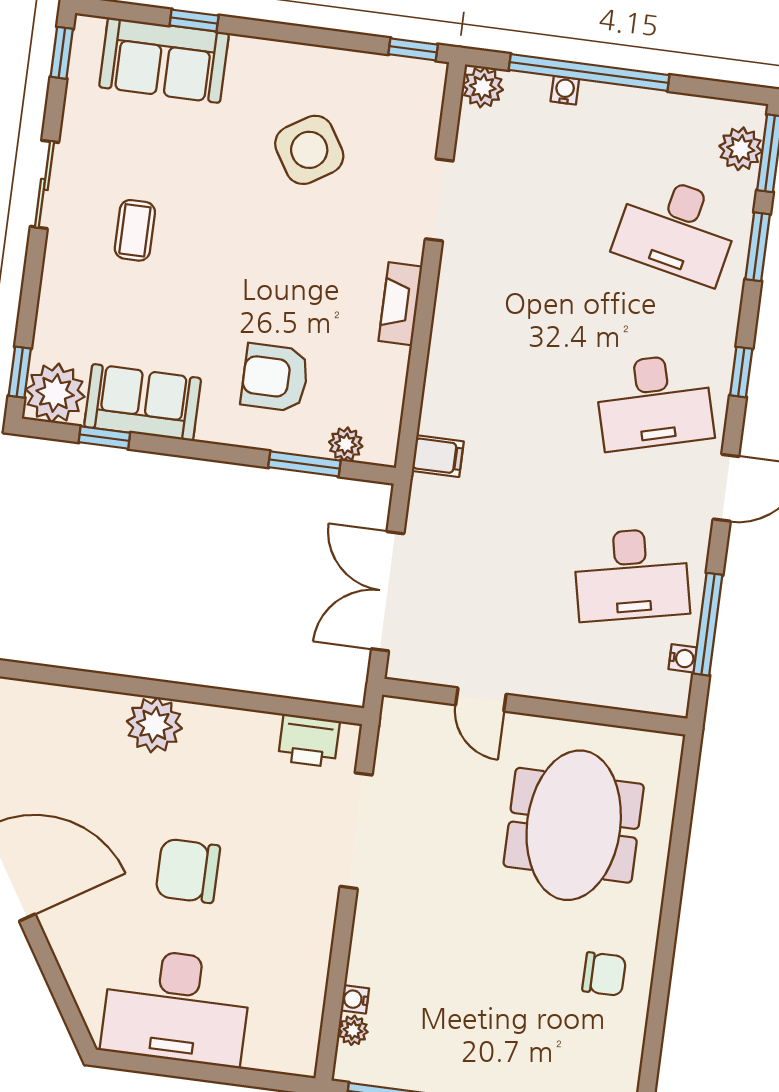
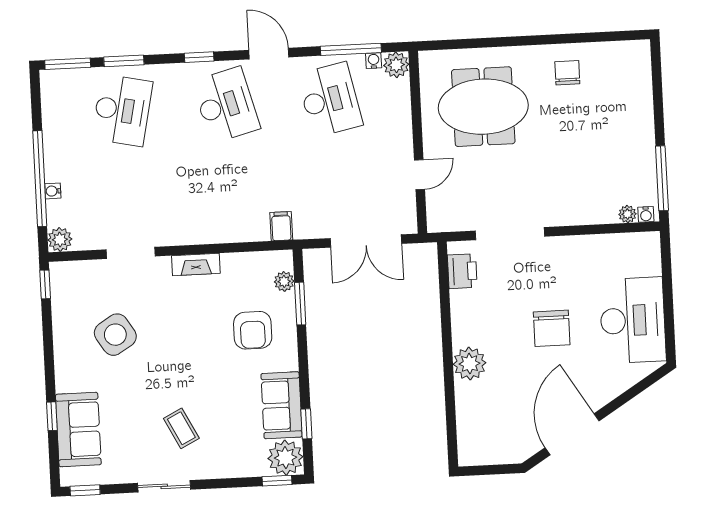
plant: (741, 149) -> (396, 65), moved
coffee table: (135, 230) -> (181, 428), turned 63
water cooler: (355, 999) -> (646, 214), moved

